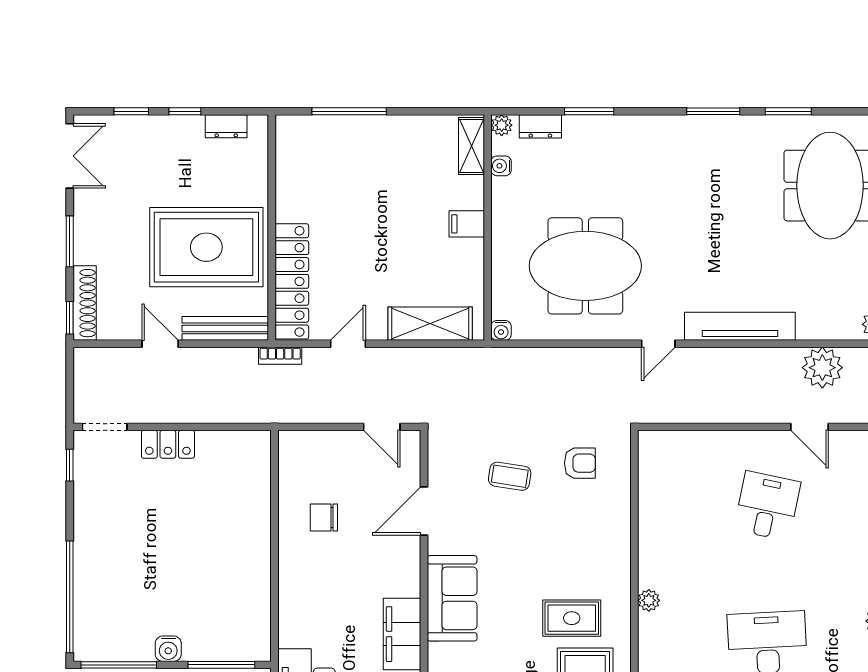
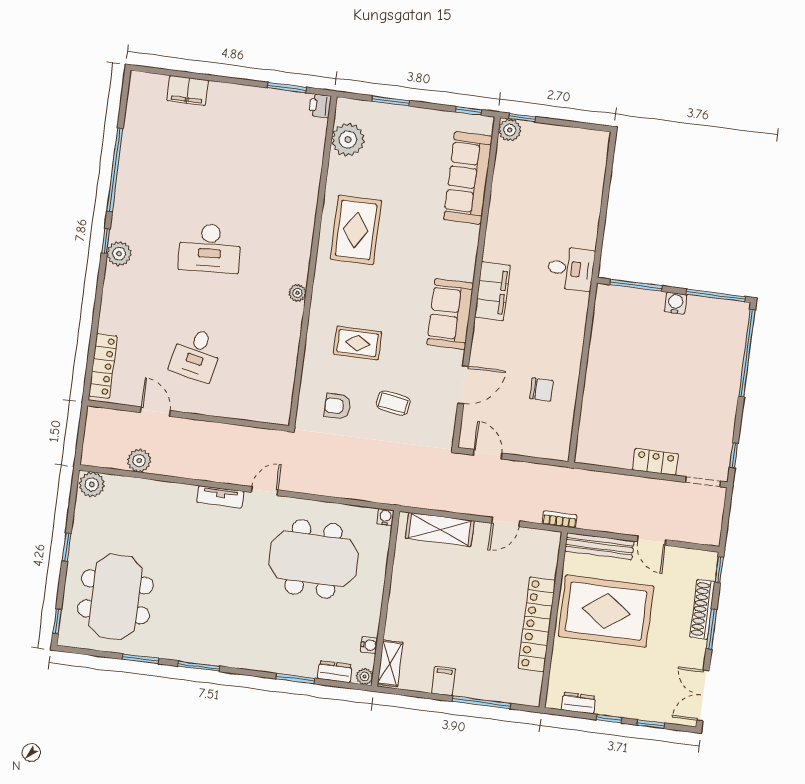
filing cabinet: (467, 224) -> (443, 681), moved, turned -90
locker: (292, 281) -> (537, 624), moved
shoe rack: (85, 303) -> (702, 609), moved
tv unit: (740, 326) -> (220, 497), width x0.52, depth x0.78
plant: (822, 368) -> (139, 461), width x0.73, depth x0.73
rug: (572, 618) -> (358, 343), moved

